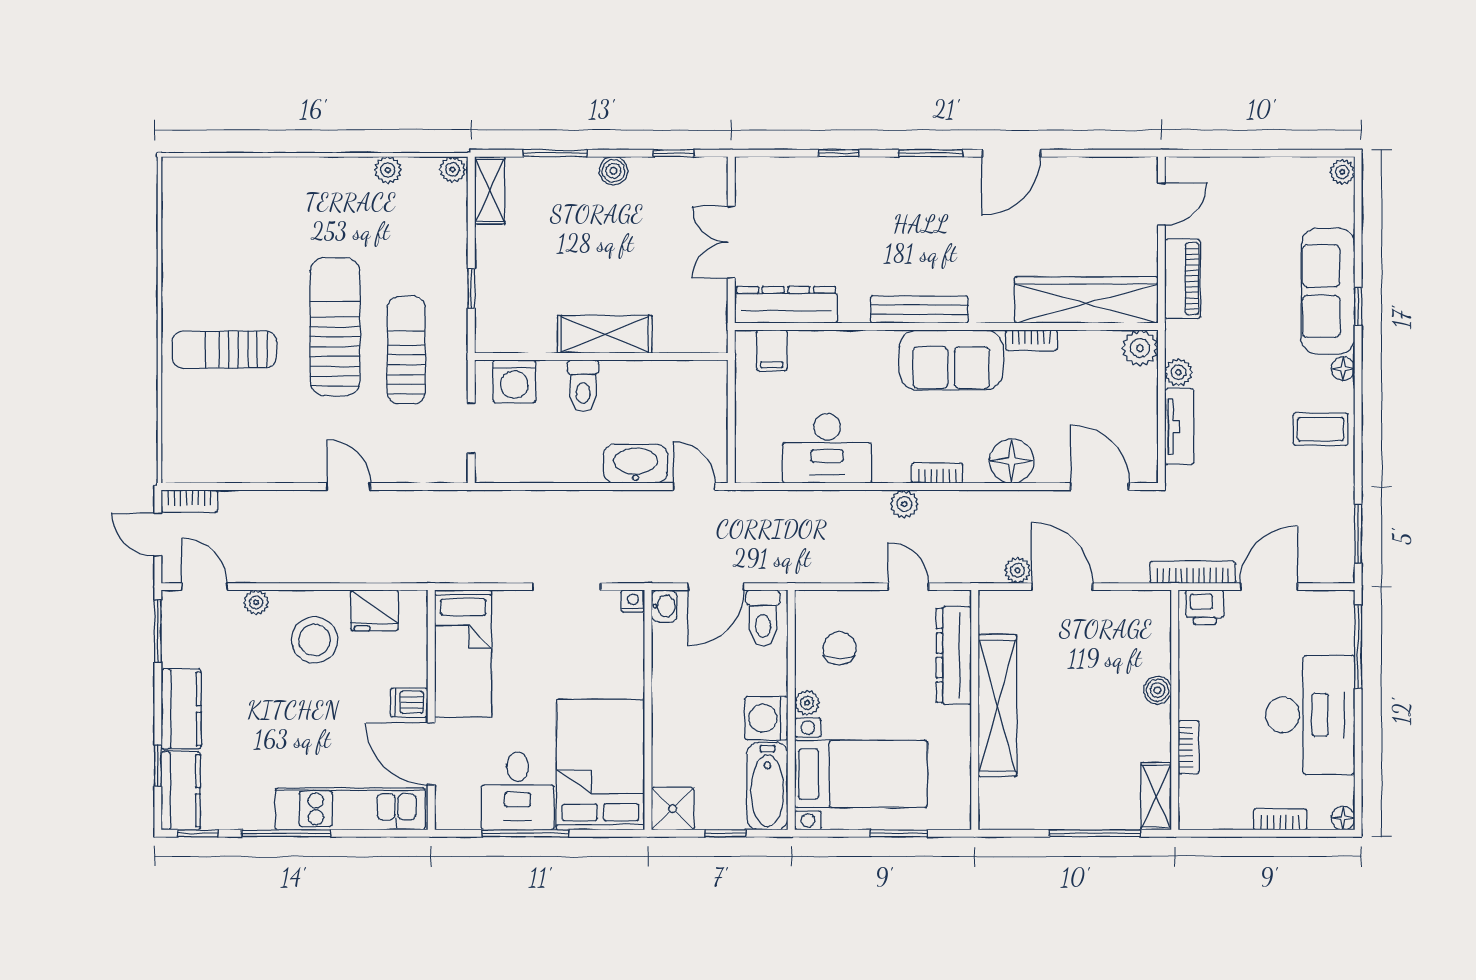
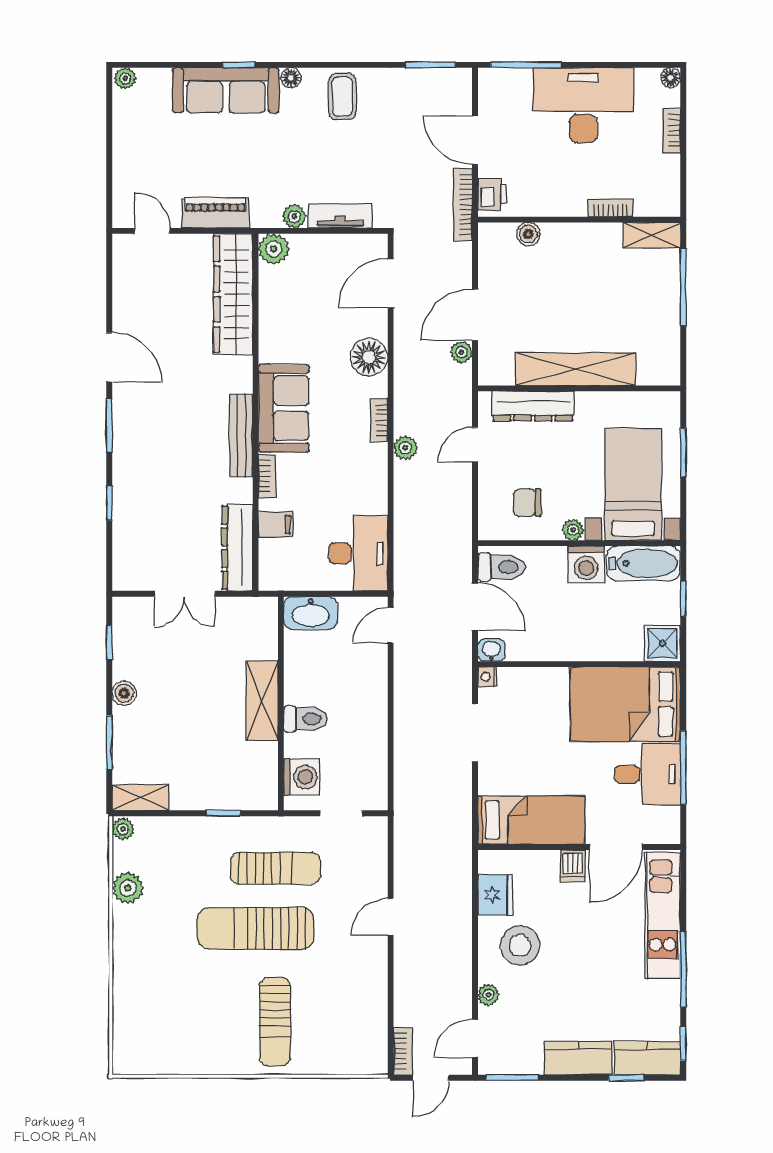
plant: (388, 170) -> (128, 888), width x1.38, depth x1.38
bookcase: (1031, 340) -> (267, 476), moved
sun lounger: (406, 350) -> (276, 868), turned 180
filing cabinet: (772, 350) -> (276, 524), moved
desk: (827, 448) -> (358, 553), moved
washbasin: (635, 464) -> (311, 613), moved, turned -90
boiler: (1158, 690) -> (528, 234), moved

